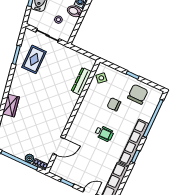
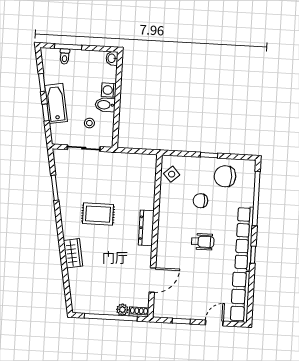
rug: (34, 59) -> (98, 214), moved, turned 90
dresser: (81, 81) -> (146, 228), moved
chair: (138, 94) -> (225, 176), turned -90

